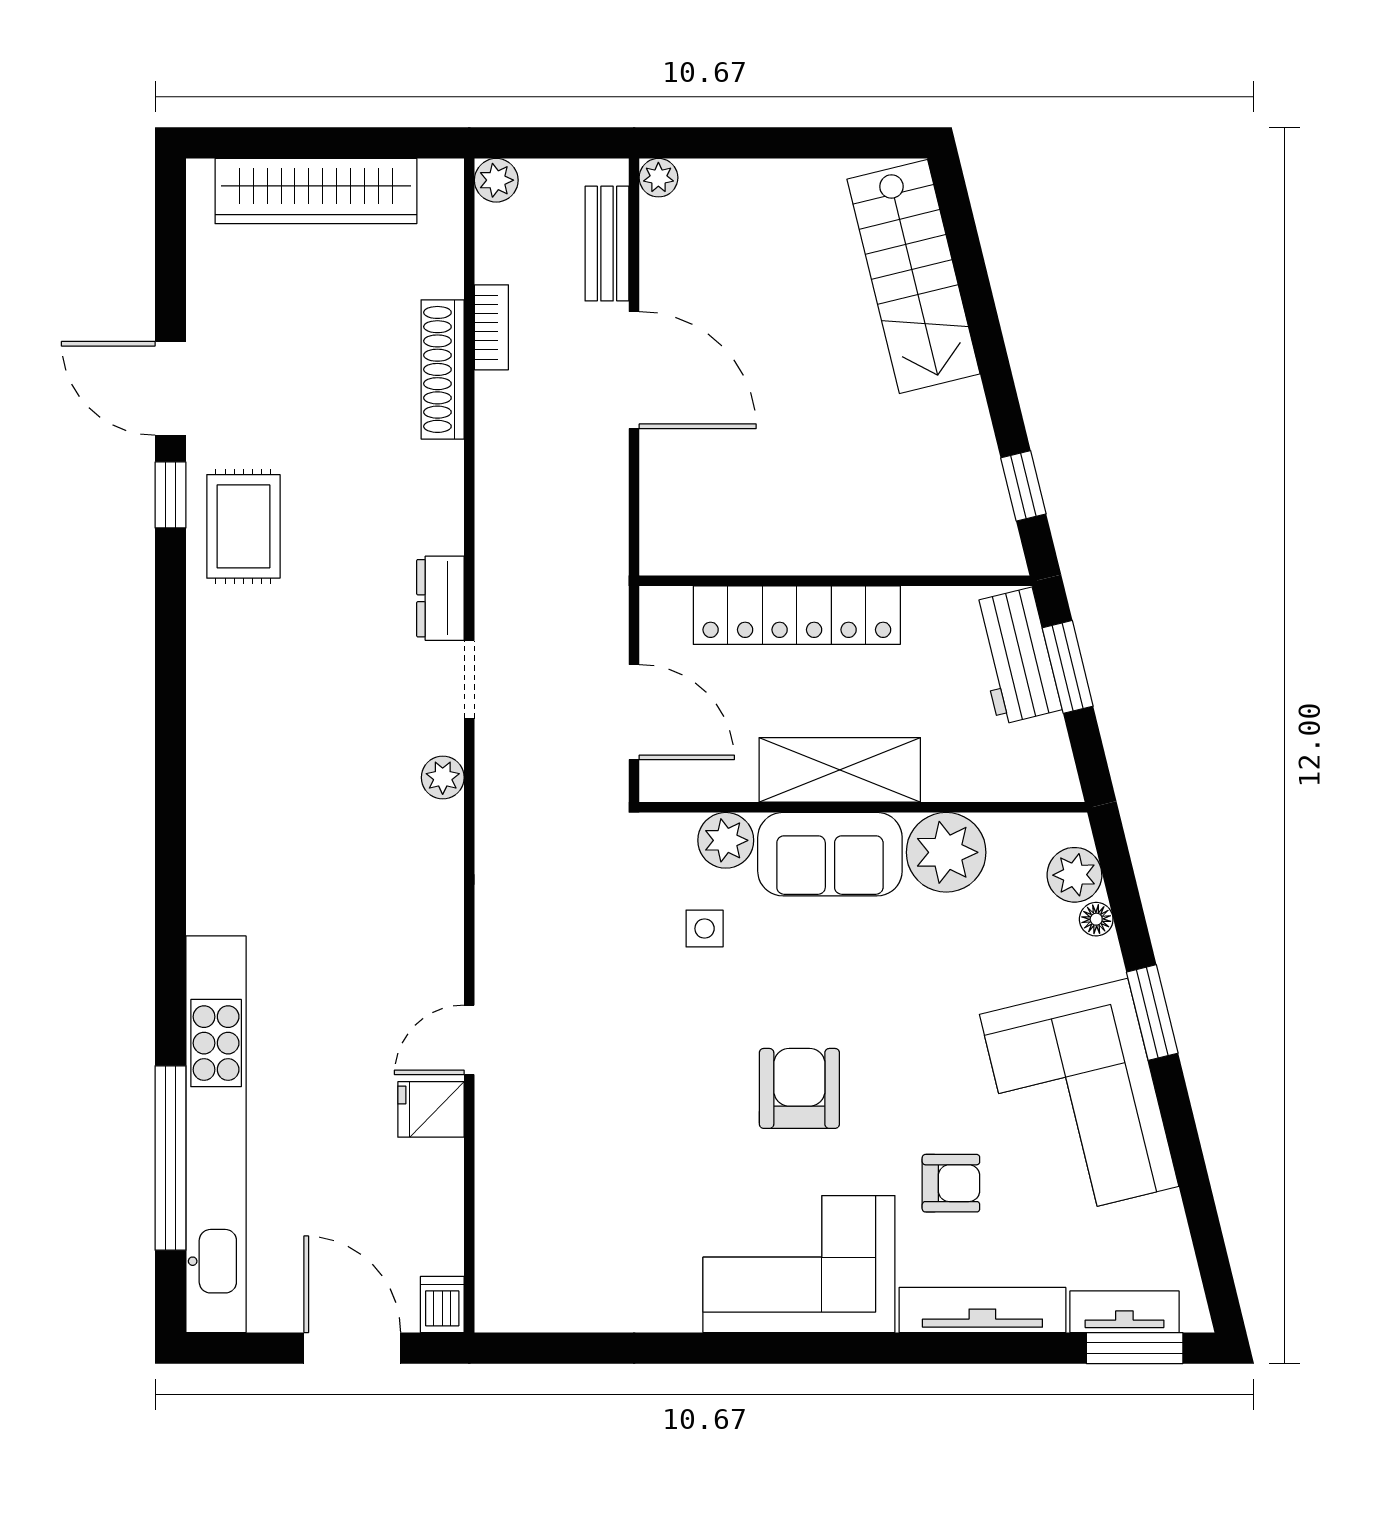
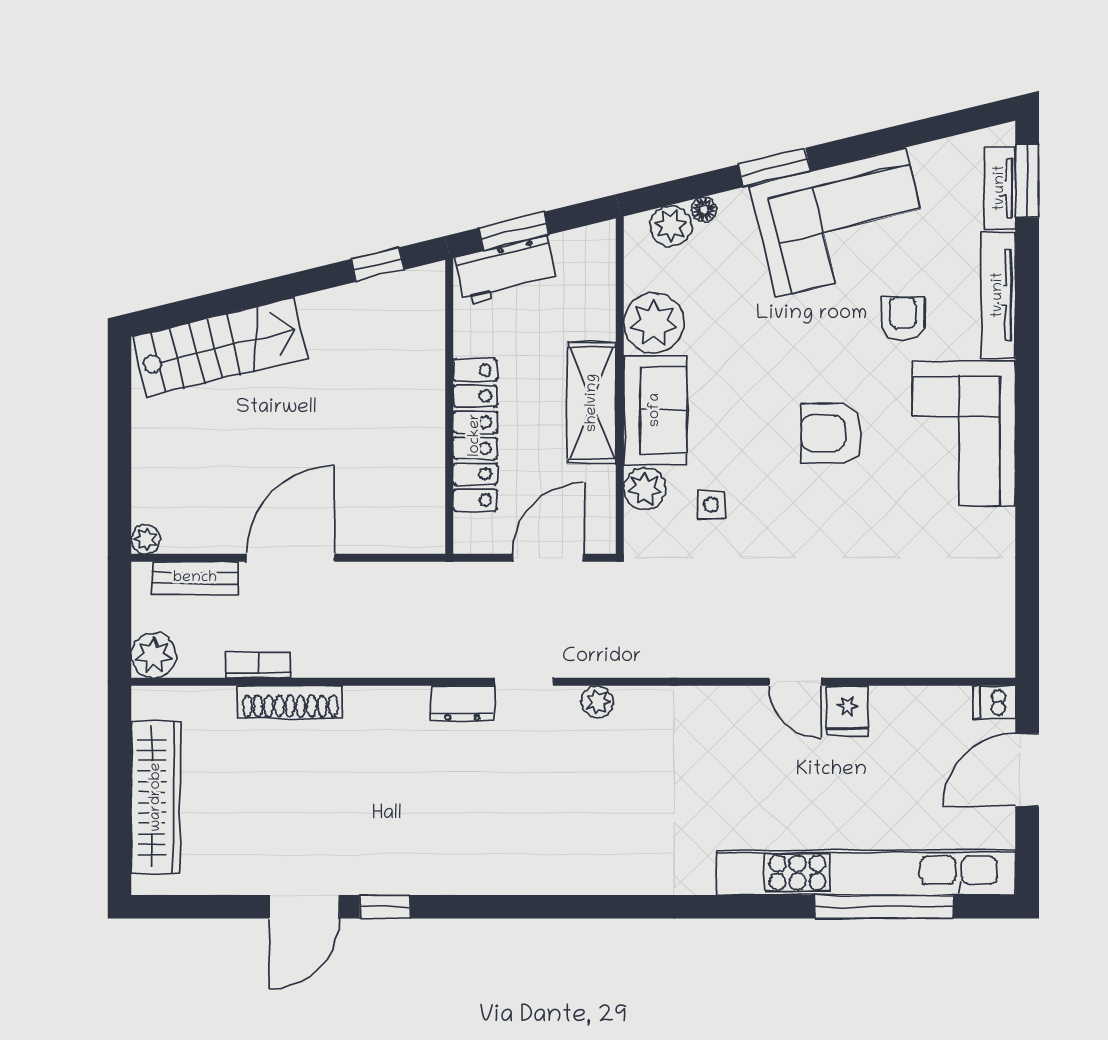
plant: (496, 180) -> (154, 655), width x1.38, depth x1.38
rug: (243, 526) -> (408, 852), removed

